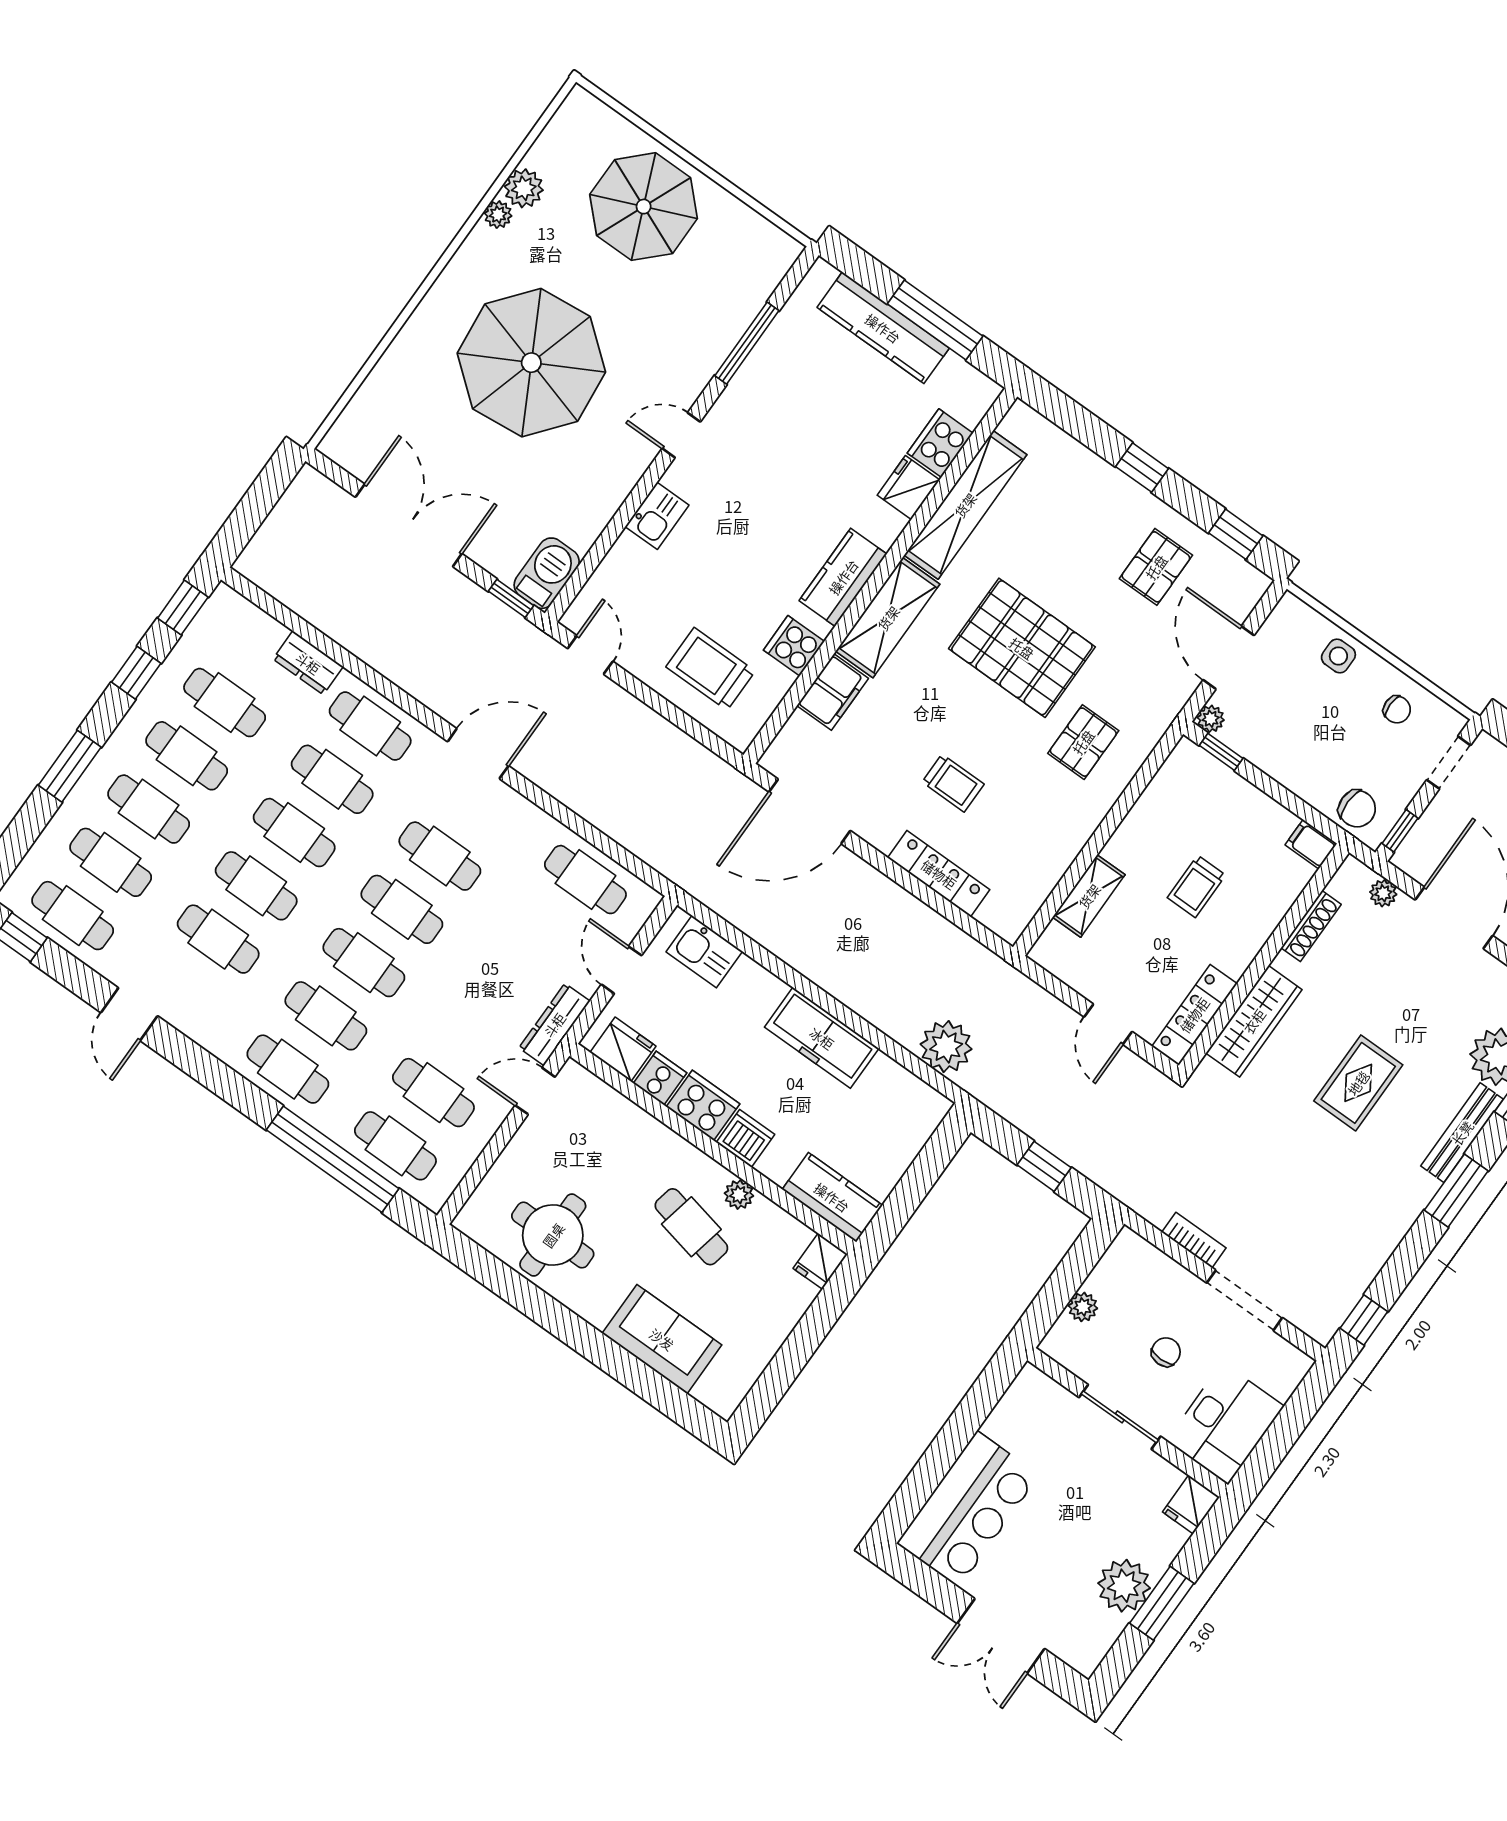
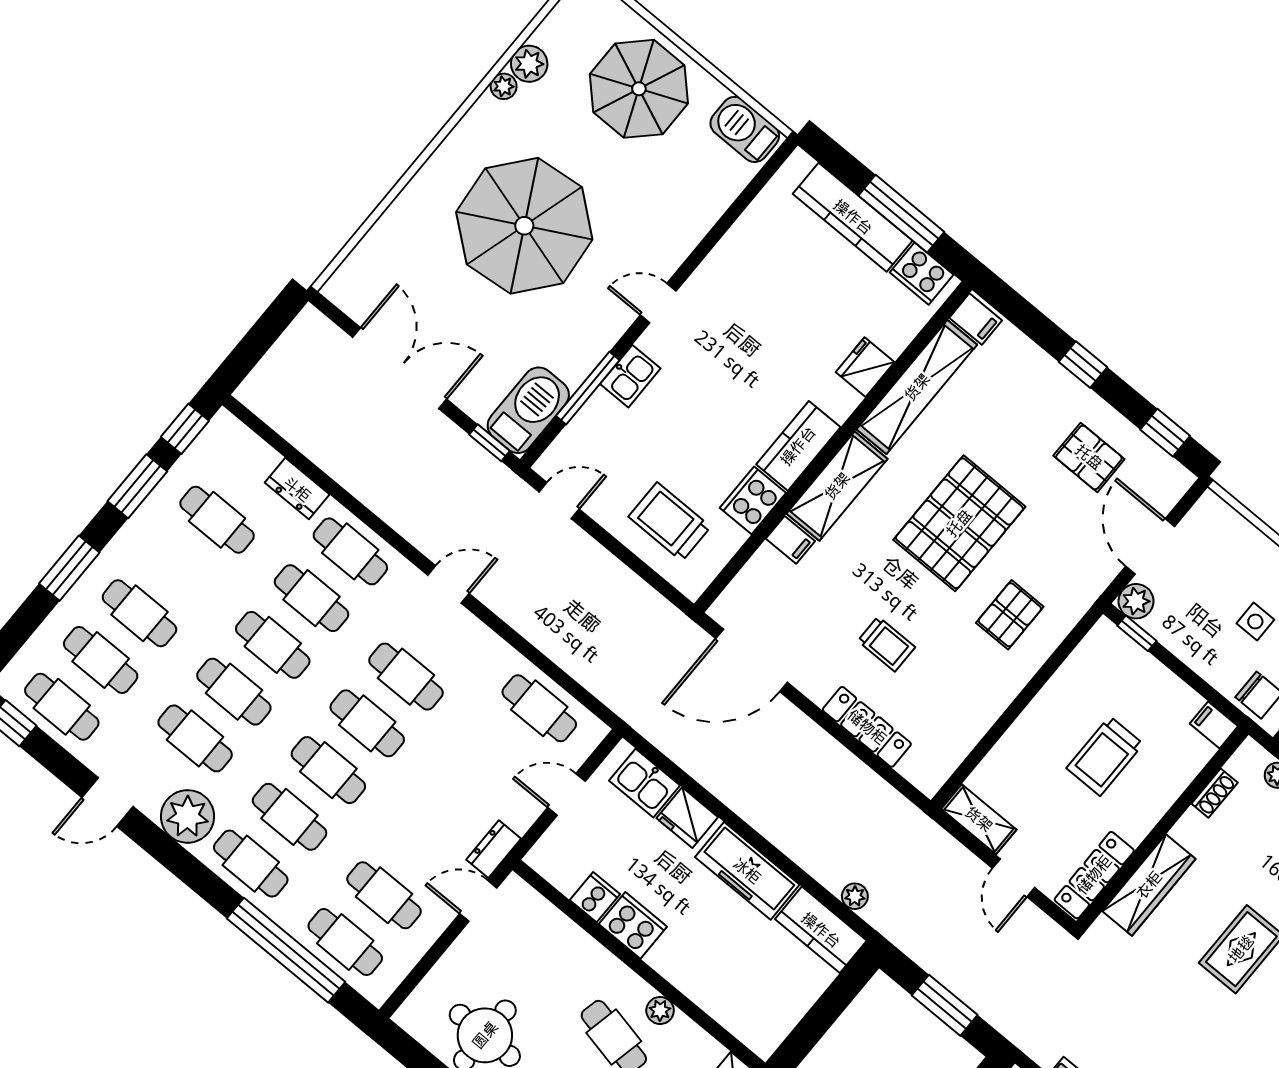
barbecue: (760, 242) -> (745, 129), added
window: (747, 343) -> (588, 388), moved
filing cabinet: (1023, 427) -> (976, 319), added
cooker: (940, 443) -> (922, 274), moved, turned -90
pallet: (1156, 567) -> (1089, 457), turned 90
barbecue: (547, 573) -> (528, 410), width x1.37, depth x1.21
cooker: (794, 646) -> (753, 500), width x1.36
pallet: (1022, 648) -> (959, 523), turned 90
door: (590, 655) -> (559, 500), hinge flipped
side table: (1338, 656) -> (1255, 621), moved
window: (136, 673) -> (137, 486), width x1.50
filing cabinet: (833, 692) -> (790, 540), width x0.50
plant: (1211, 719) -> (1136, 601), width x1.38, depth x1.38
door: (478, 754) -> (448, 584), width x0.73
cafe table: (187, 756) -> (178, 566), removed
trolley: (1197, 886) -> (1105, 756), width x1.36, depth x1.39
shelving: (1089, 896) -> (979, 819), moved, turned 90
shoe rack: (1311, 926) -> (1215, 793), width x0.70
door: (621, 970) -> (567, 794), hinge flipped
door: (129, 1014) -> (108, 802), hinge flipped
plant: (216, 1023) -> (188, 816), added
dresser: (554, 1025) -> (494, 849), width x0.70
plant: (946, 1047) -> (855, 896), width x0.53, depth x0.53
fridge: (623, 1049) -> (687, 818), moved, turned 180
dishwasher: (745, 1138) -> (670, 959), removed
window: (1044, 1166) -> (945, 1005), width x1.50
kitchen counter: (832, 1197) -> (821, 930), moved, turned 180

